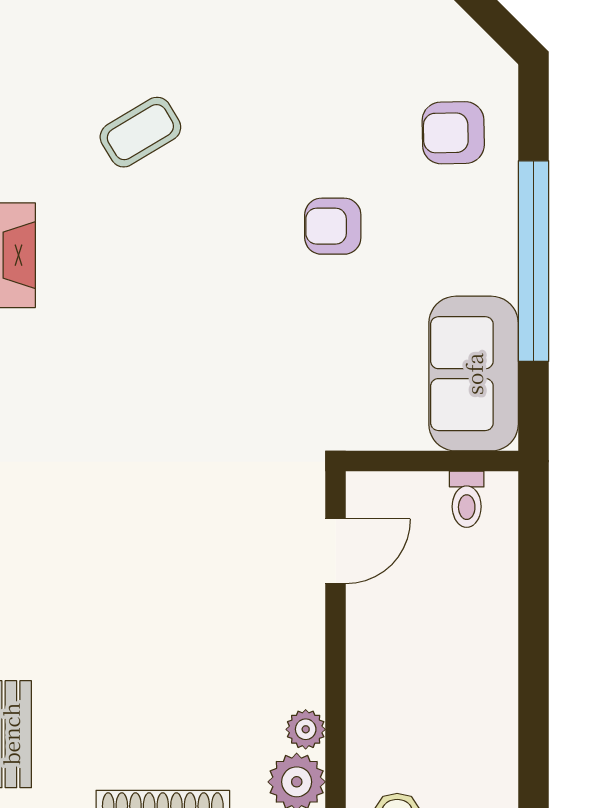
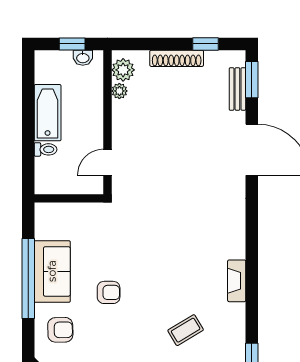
sofa: (474, 374) -> (52, 271), moved
toilet: (467, 499) -> (46, 149), moved, turned 90
bathtub: (485, 675) -> (48, 113), added

